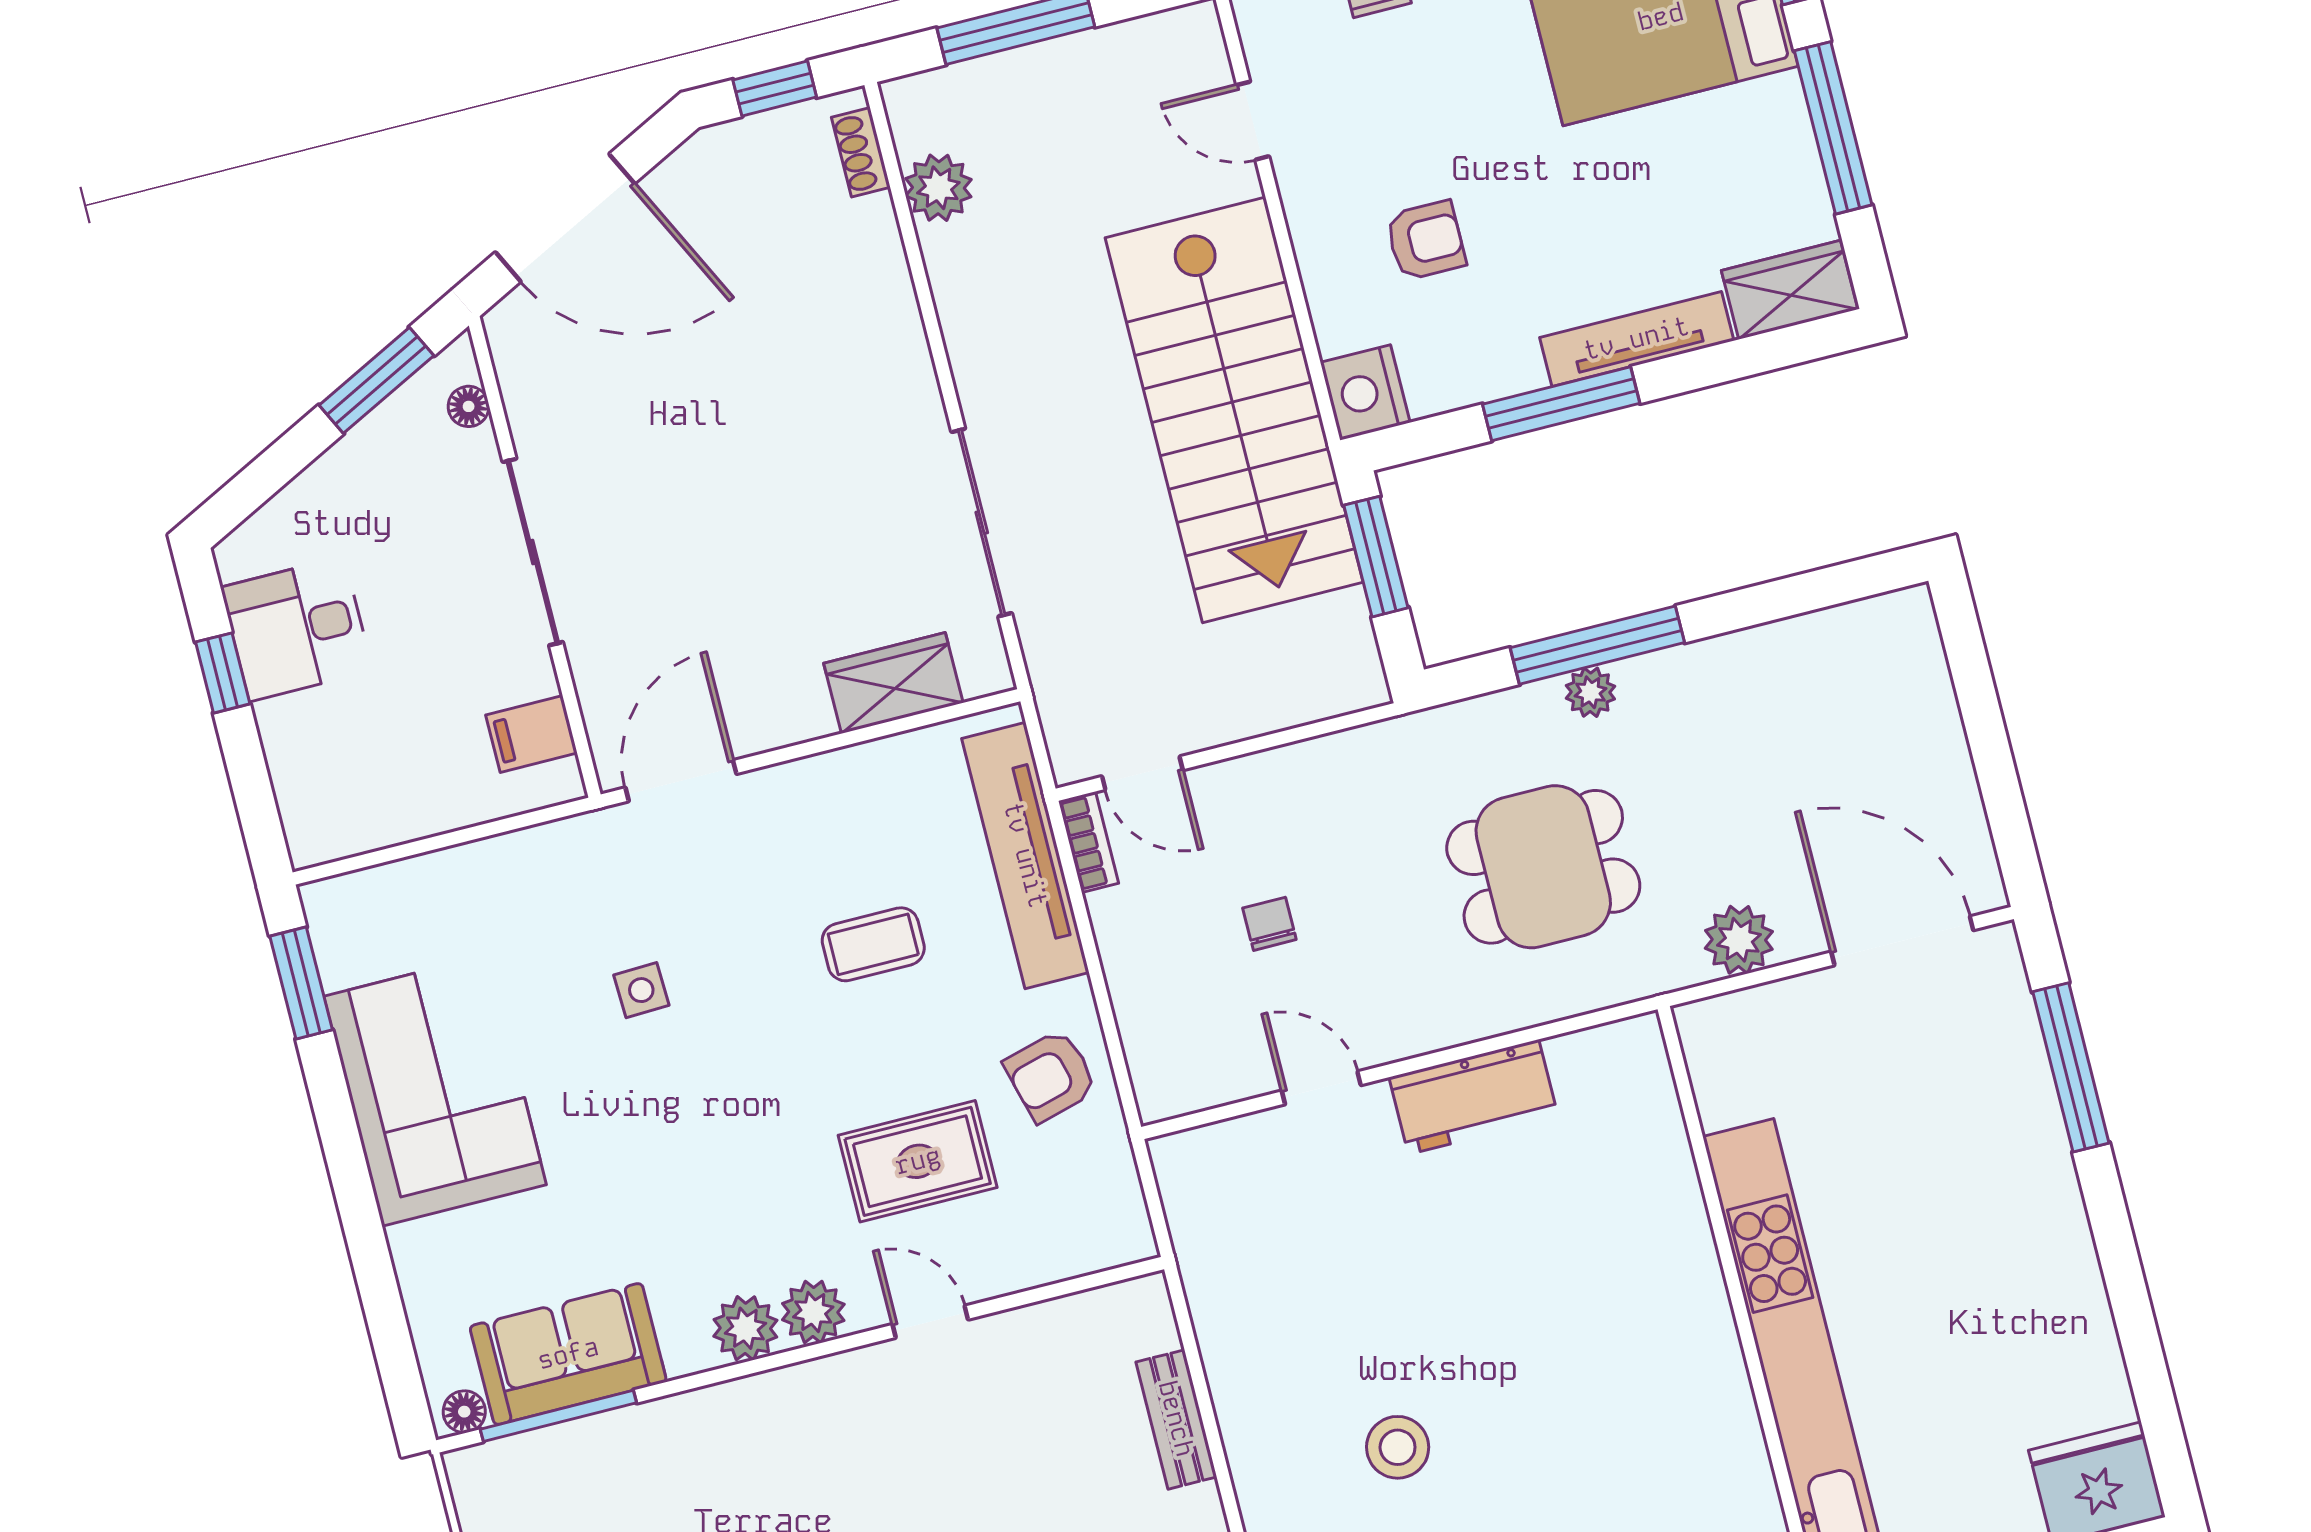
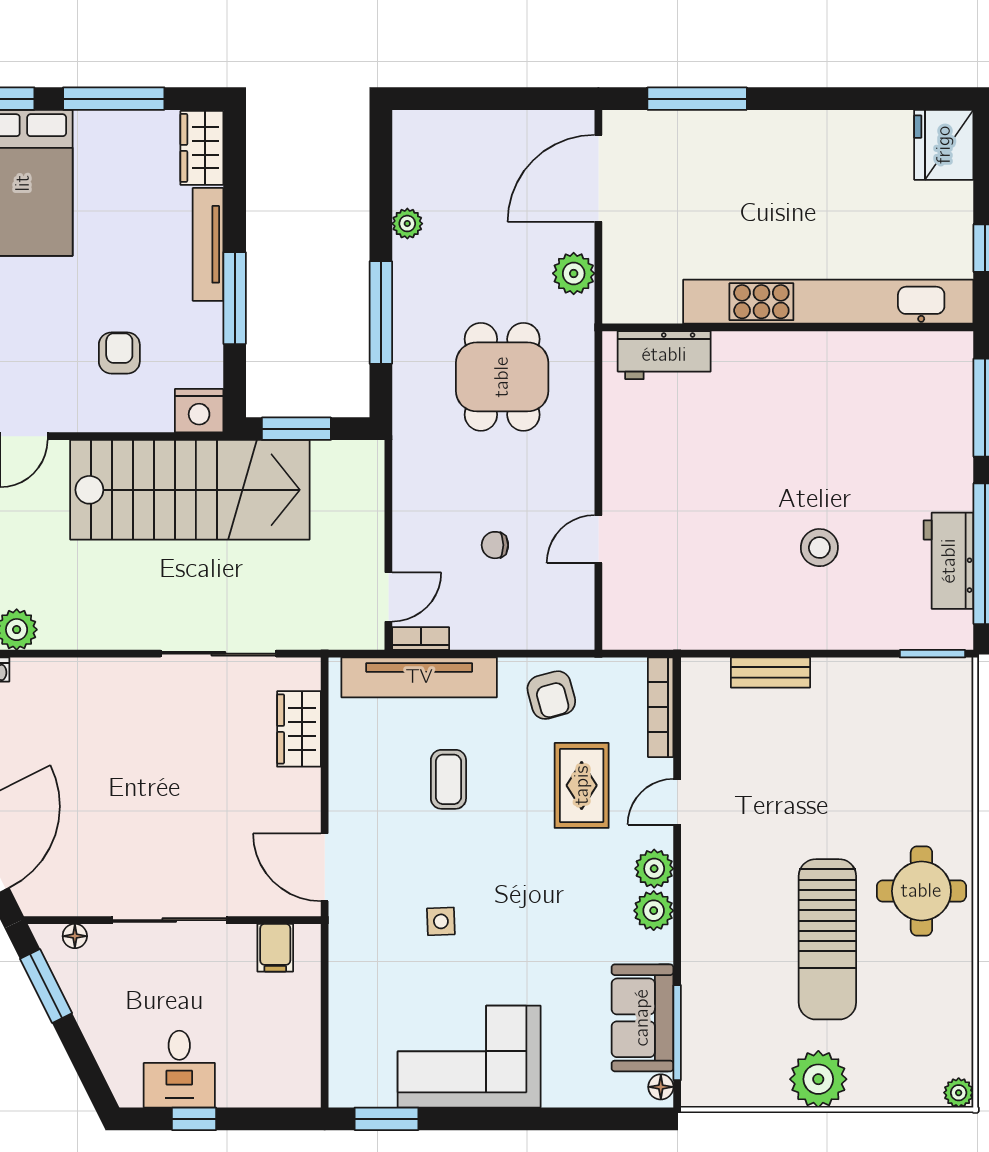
plant: (1590, 692) -> (407, 224), moved
workbench: (1474, 1097) -> (664, 355), moved, turned 90
bookcase: (1076, 1257) -> (661, 707), added

